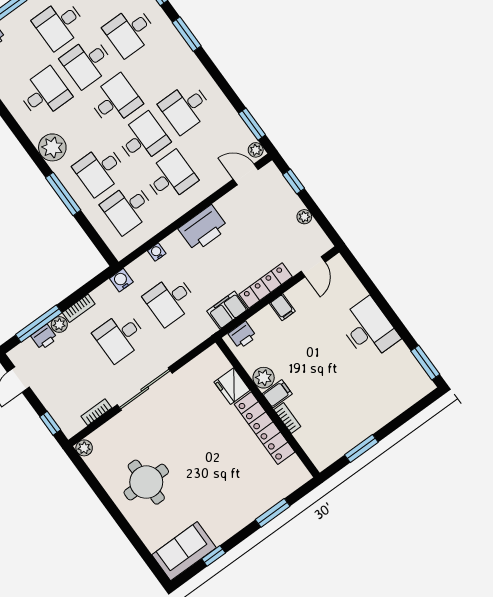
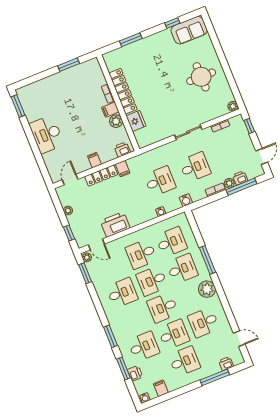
printer: (203, 228) -> (115, 224), moved
filing cabinet: (227, 310) -> (123, 169), width x0.50
sliding door: (145, 389) -> (188, 132), width x0.73

